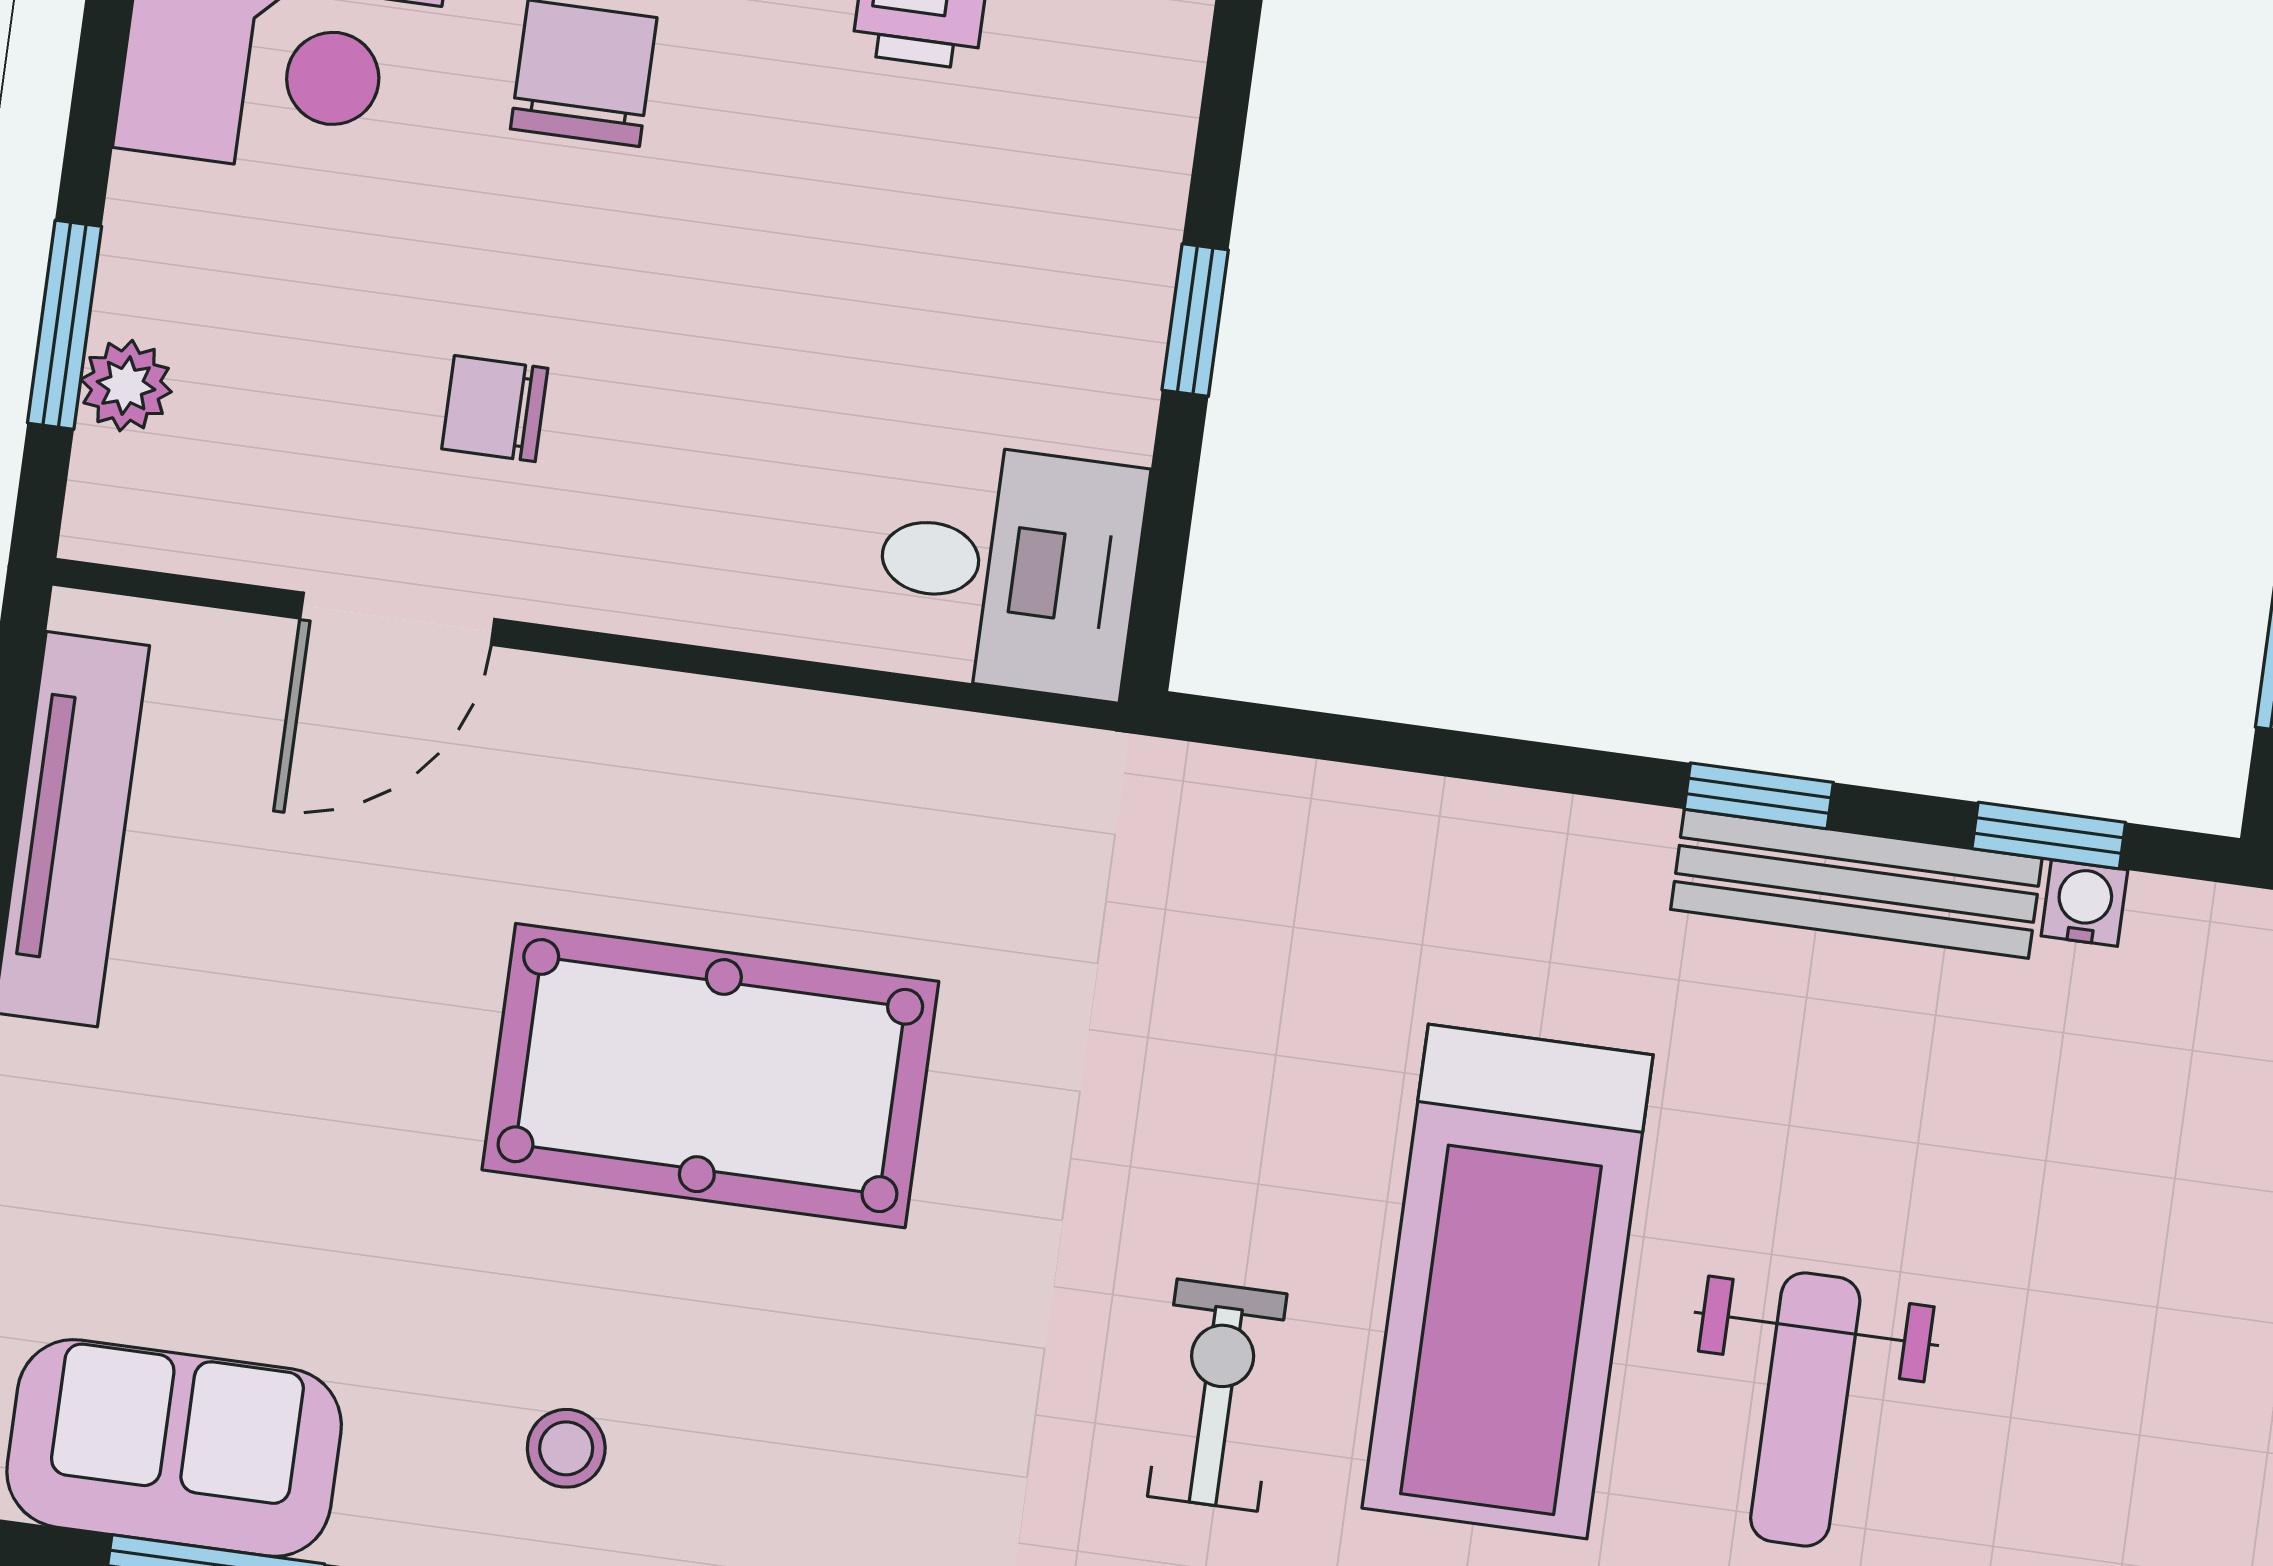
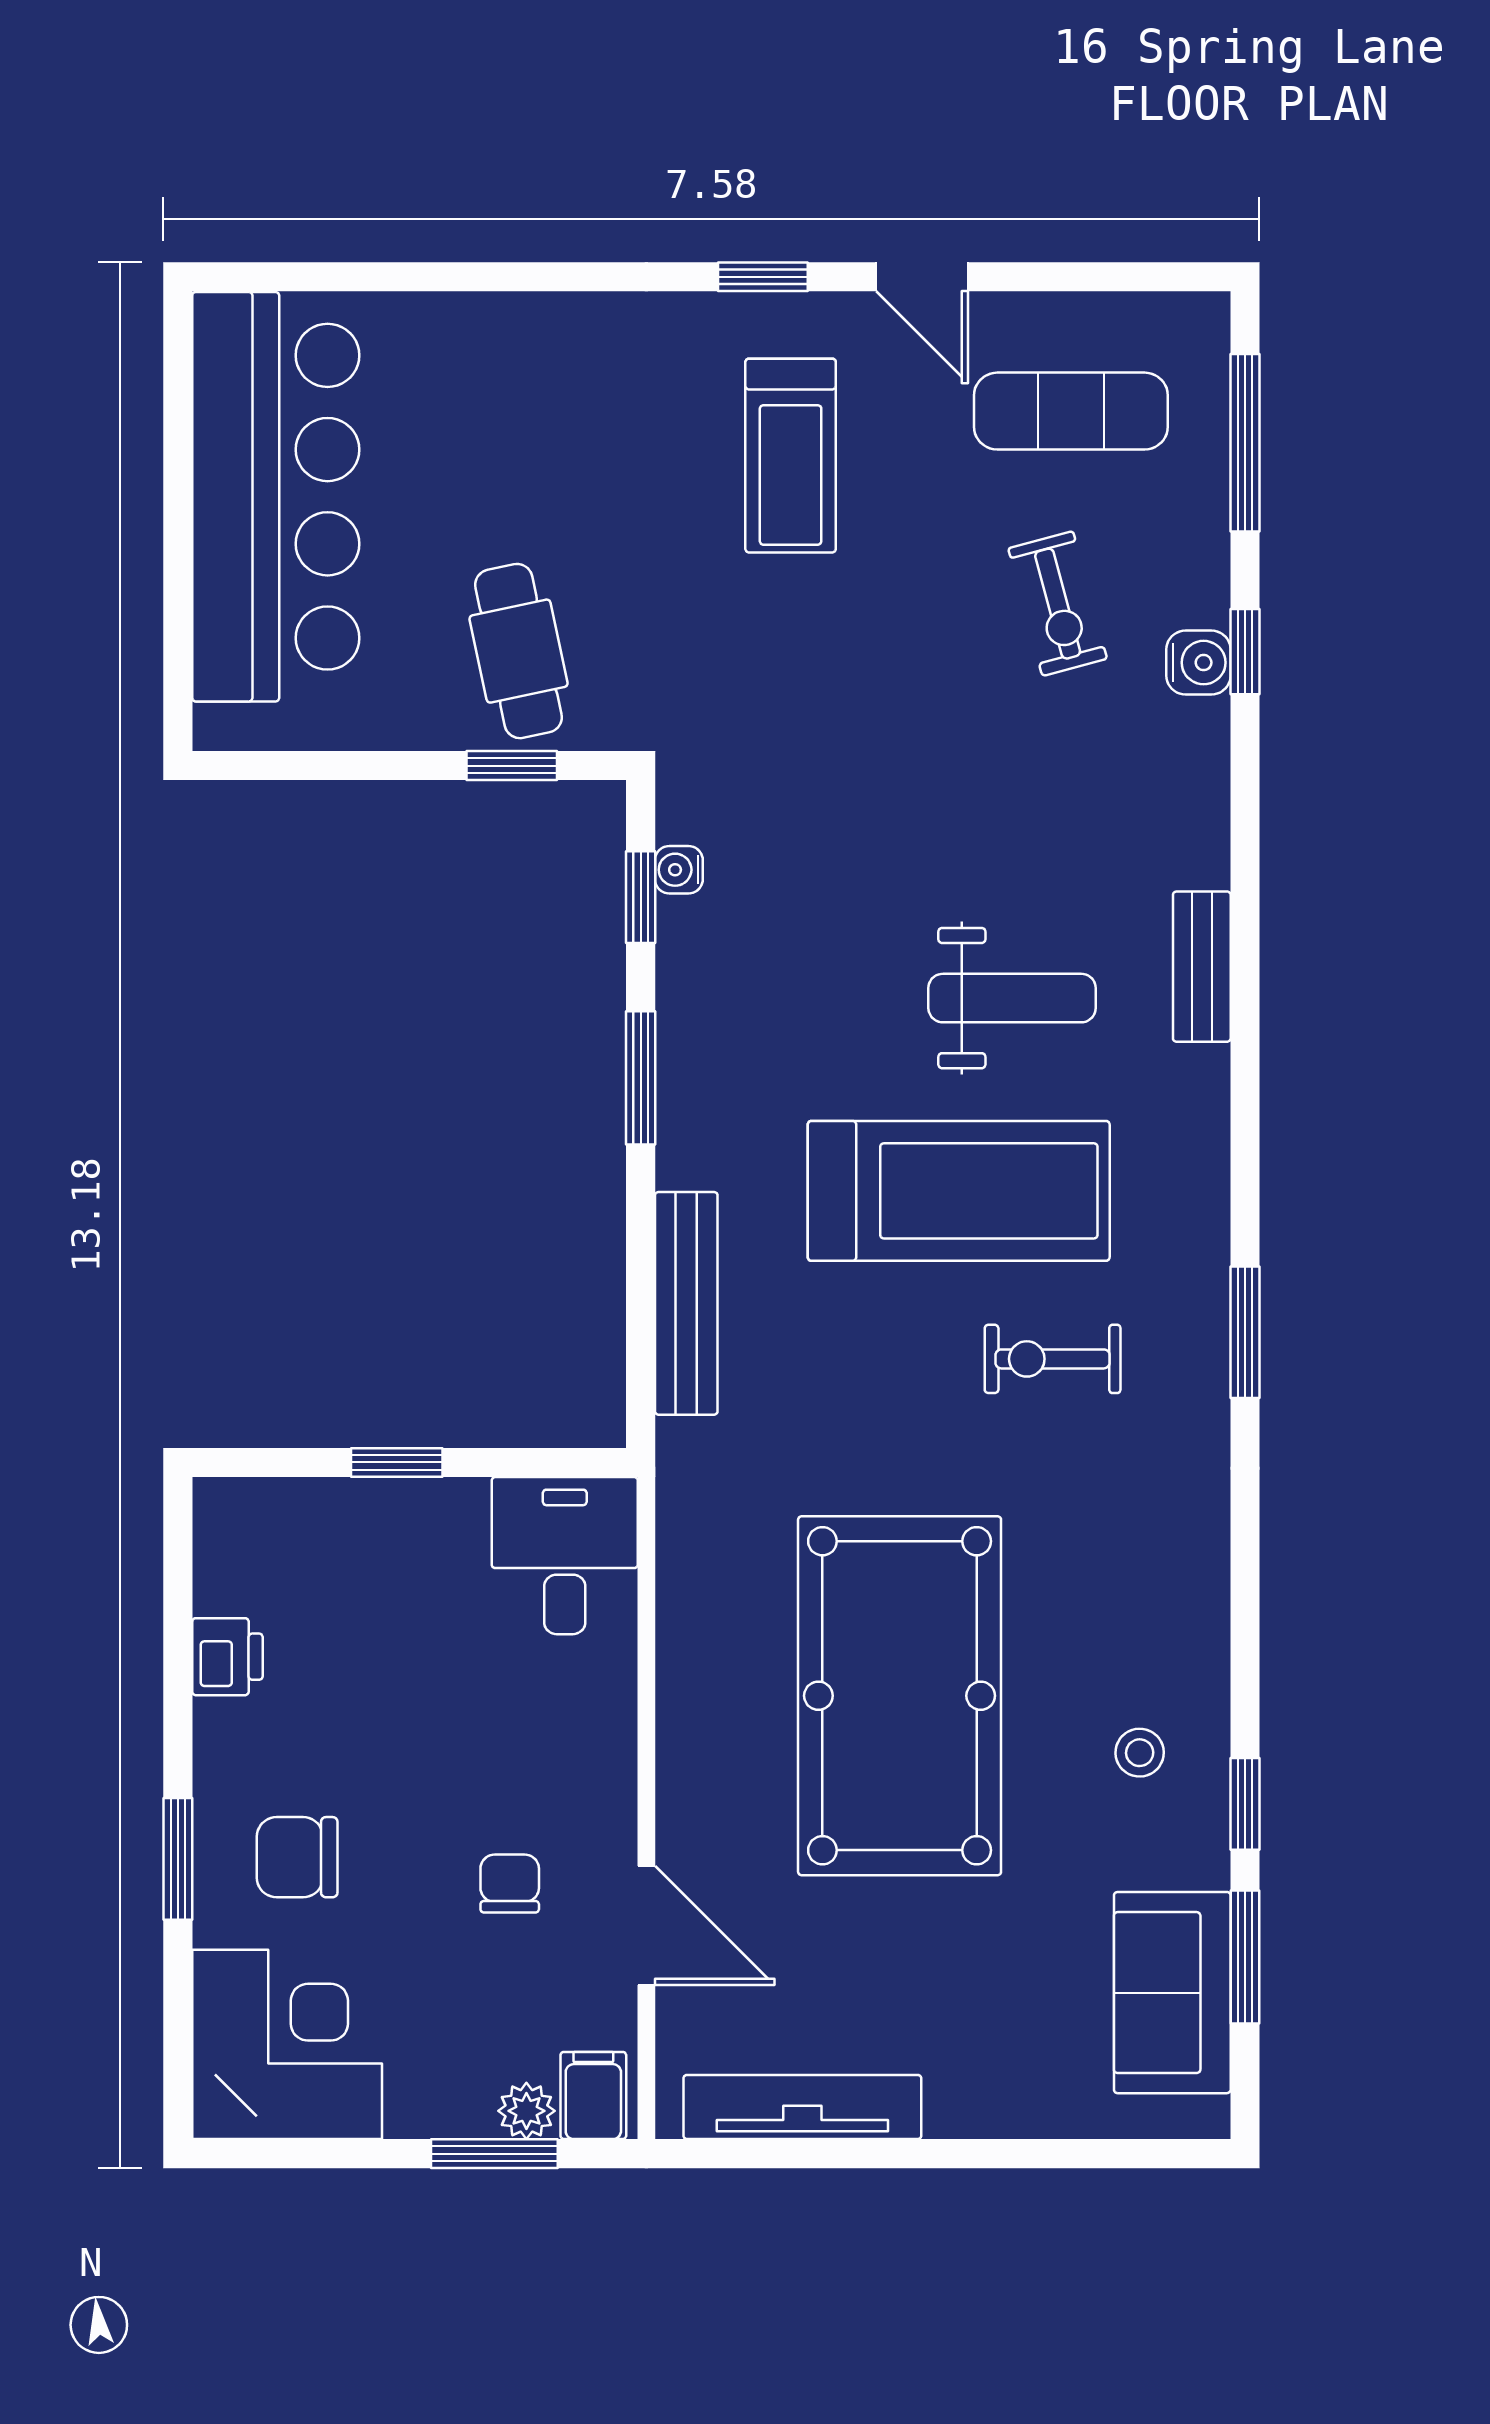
chair: (495, 409) -> (510, 1883), turned 180
filing cabinet: (136, 496) -> (593, 2095), added
window: (1759, 796) -> (641, 1078), width x1.50
bench: (1856, 884) -> (686, 1303), moved
pool table: (710, 1076) -> (900, 1696), width x1.36, depth x1.32

